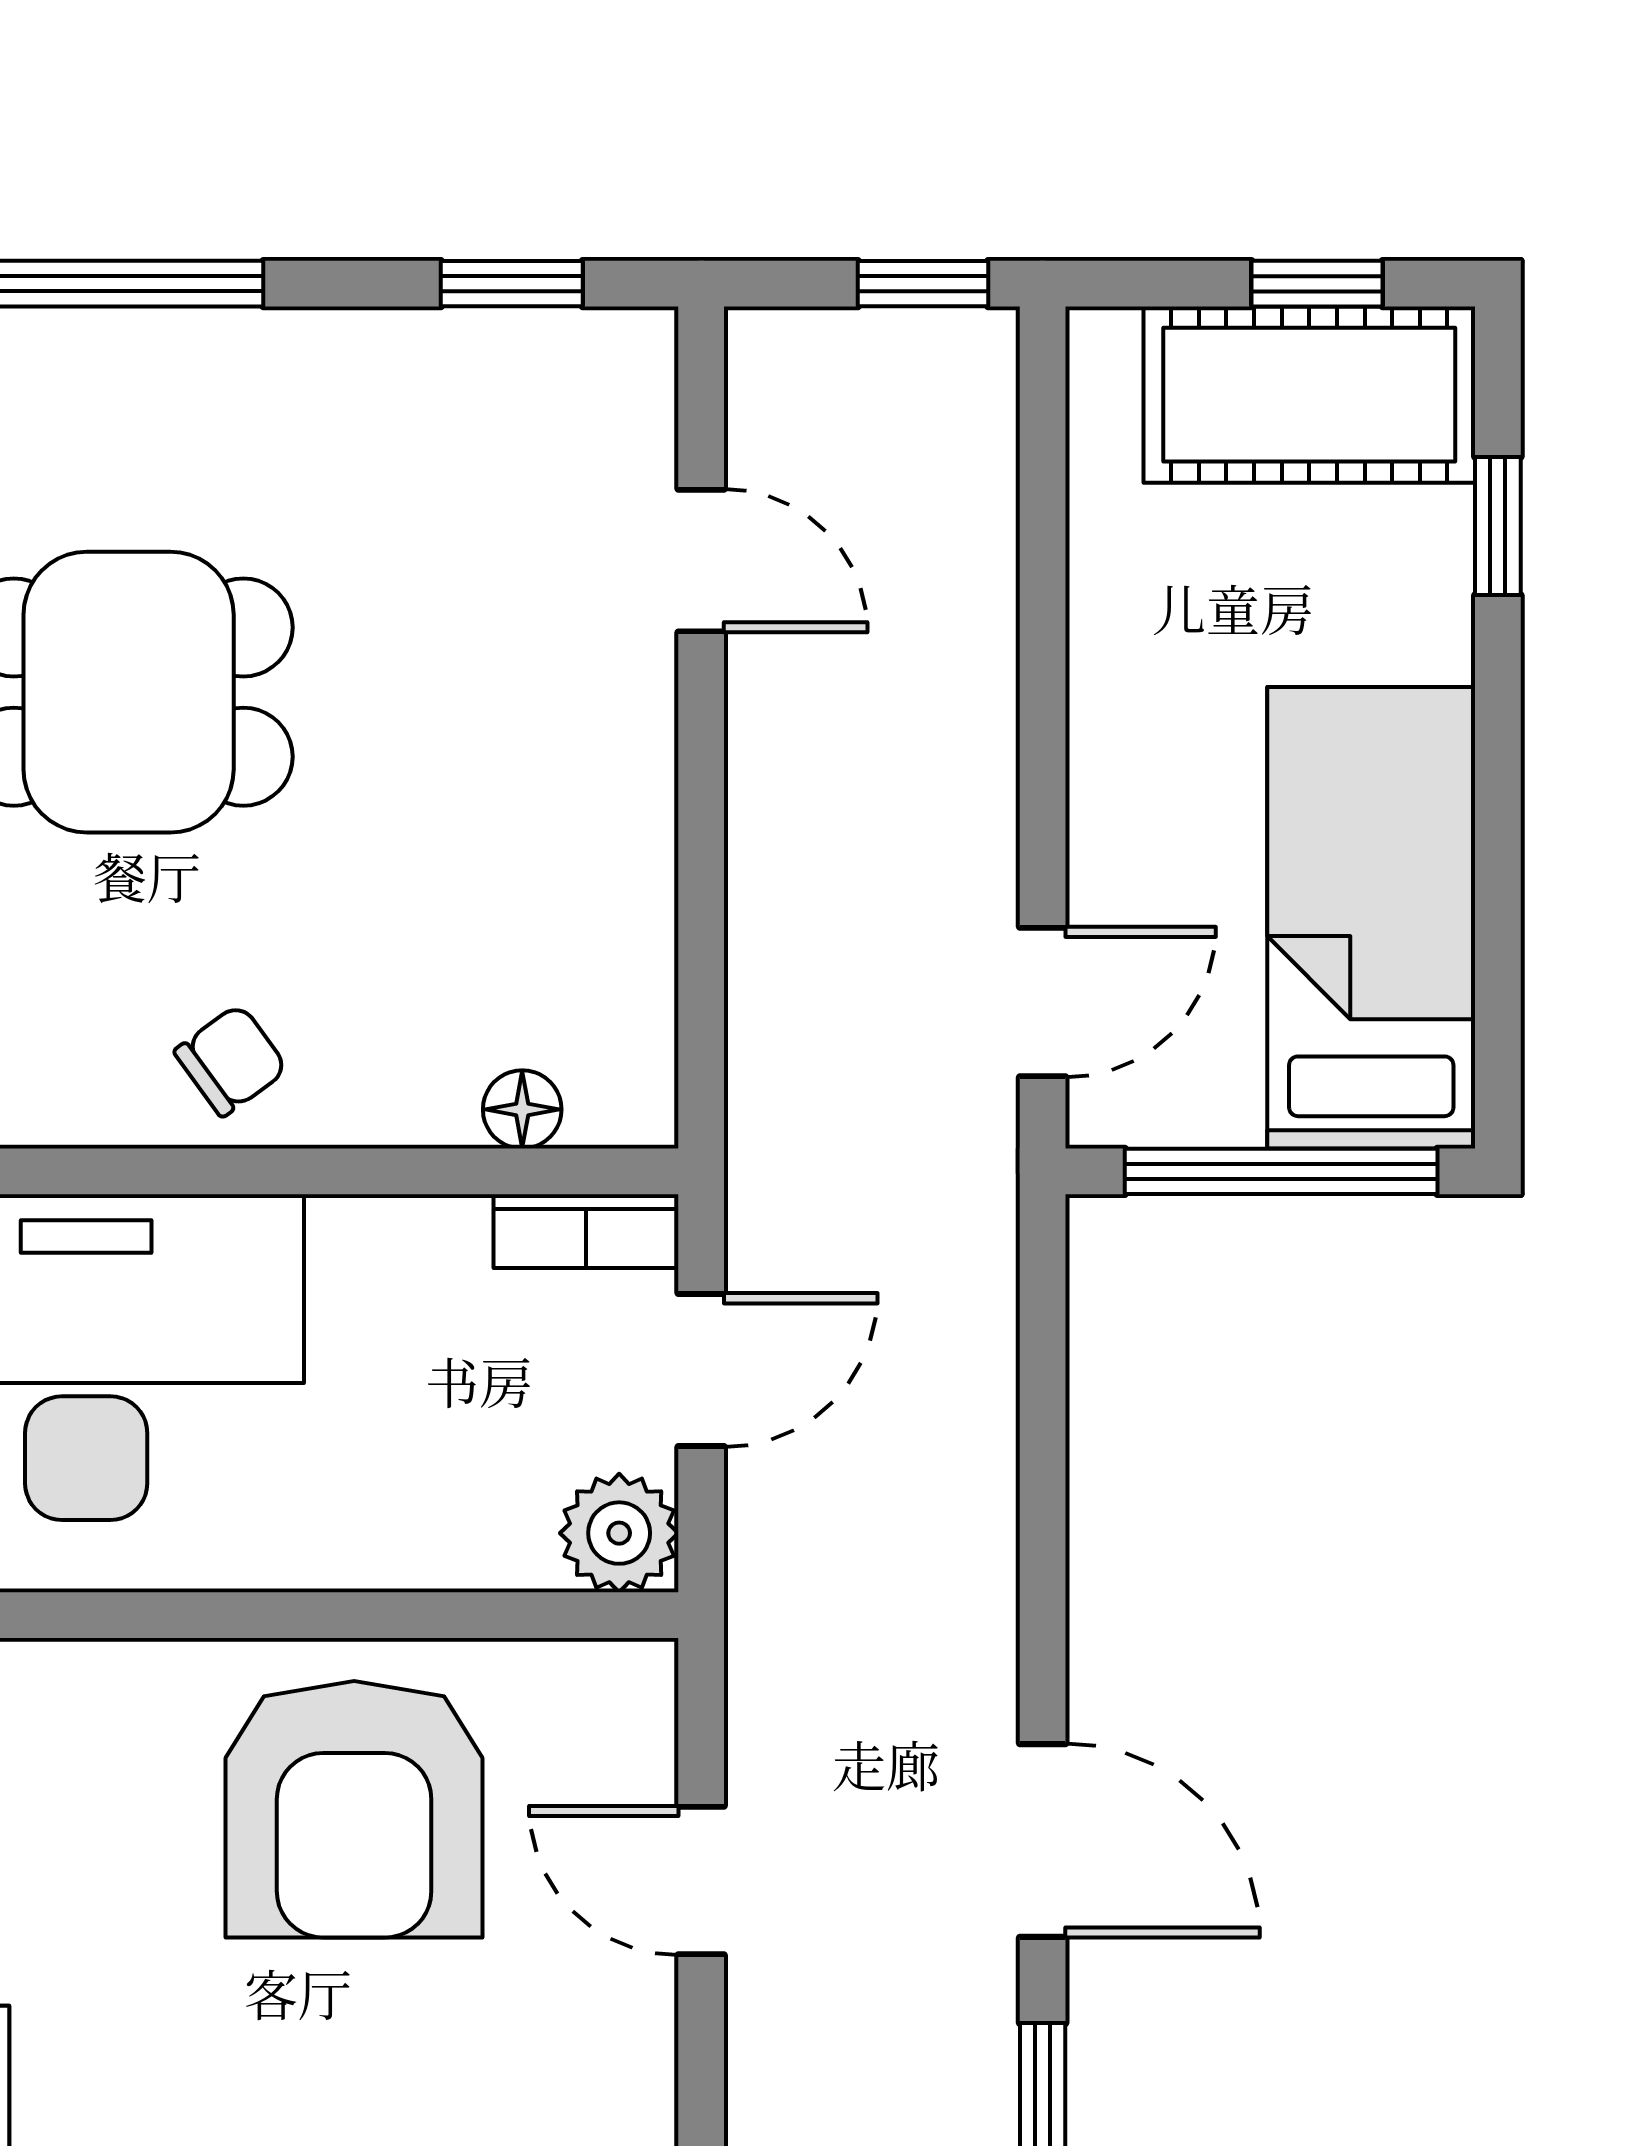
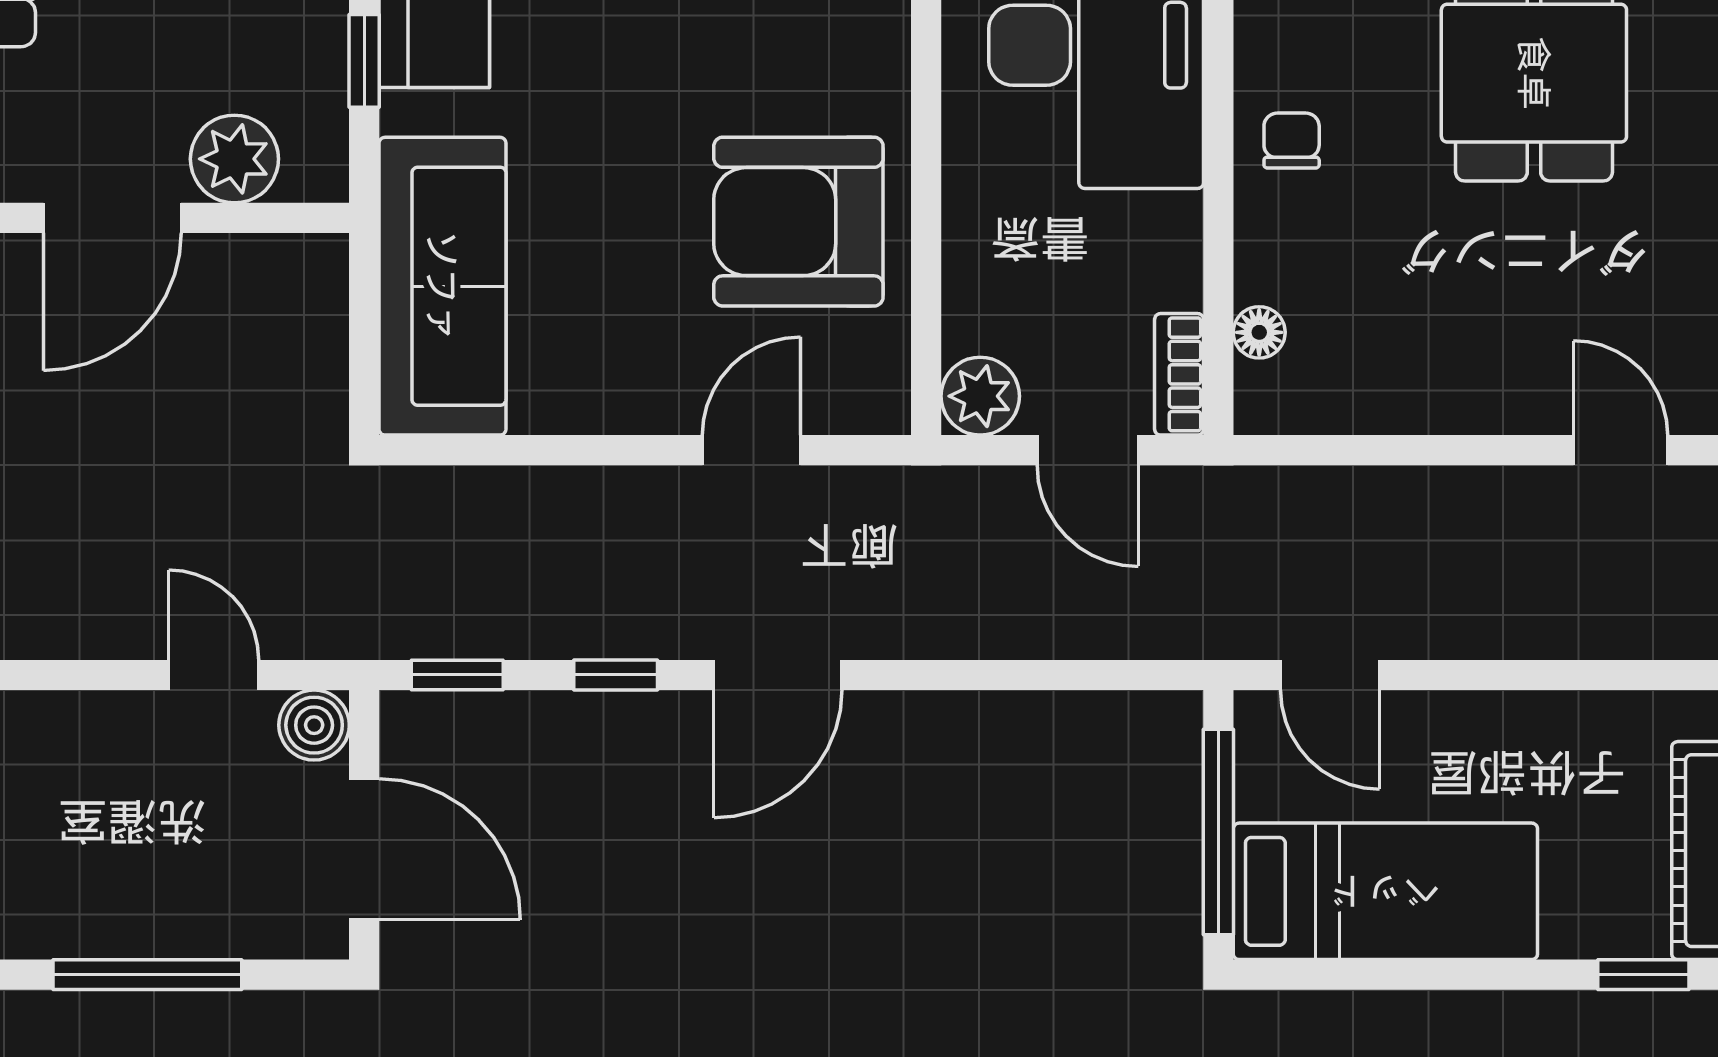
door: (701, 561) -> (1621, 450), swing flipped
chair: (231, 1060) -> (1292, 141), turned -144

